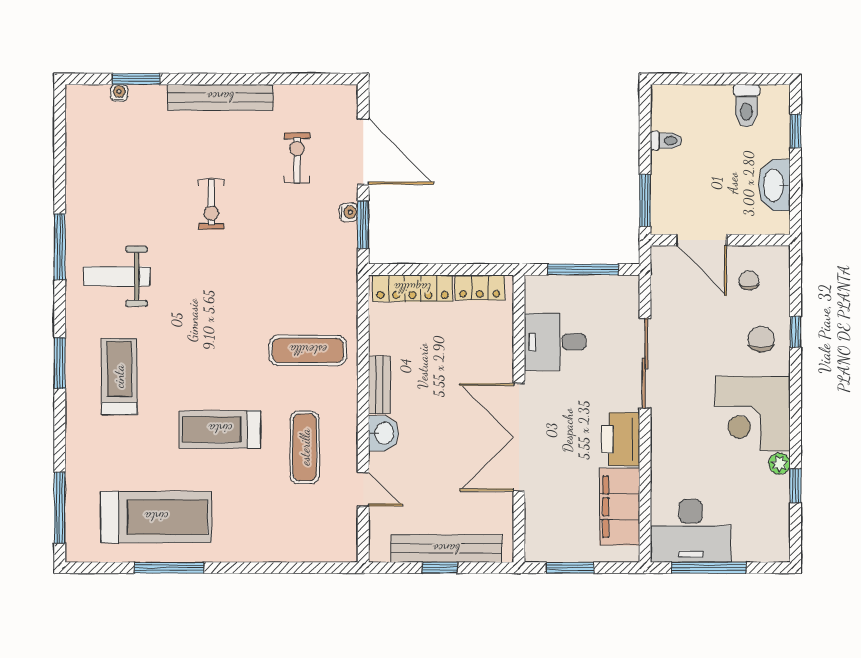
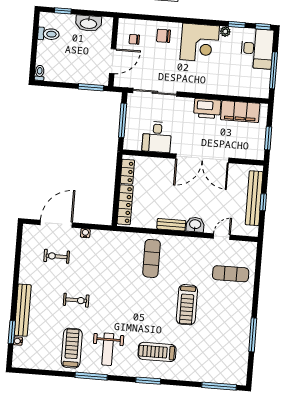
bench: (220, 97) -> (23, 310), moved
toilet: (666, 141) -> (40, 73), moved
window: (363, 225) -> (92, 226), removed
window: (796, 332) -> (263, 27), moved
sliding door: (645, 363) -> (155, 92), moved
exercise mat: (305, 447) -> (231, 274), moved
treadmill: (156, 517) -> (72, 348), moved, width x0.73, depth x0.73
desk: (691, 531) -> (257, 49), moved

